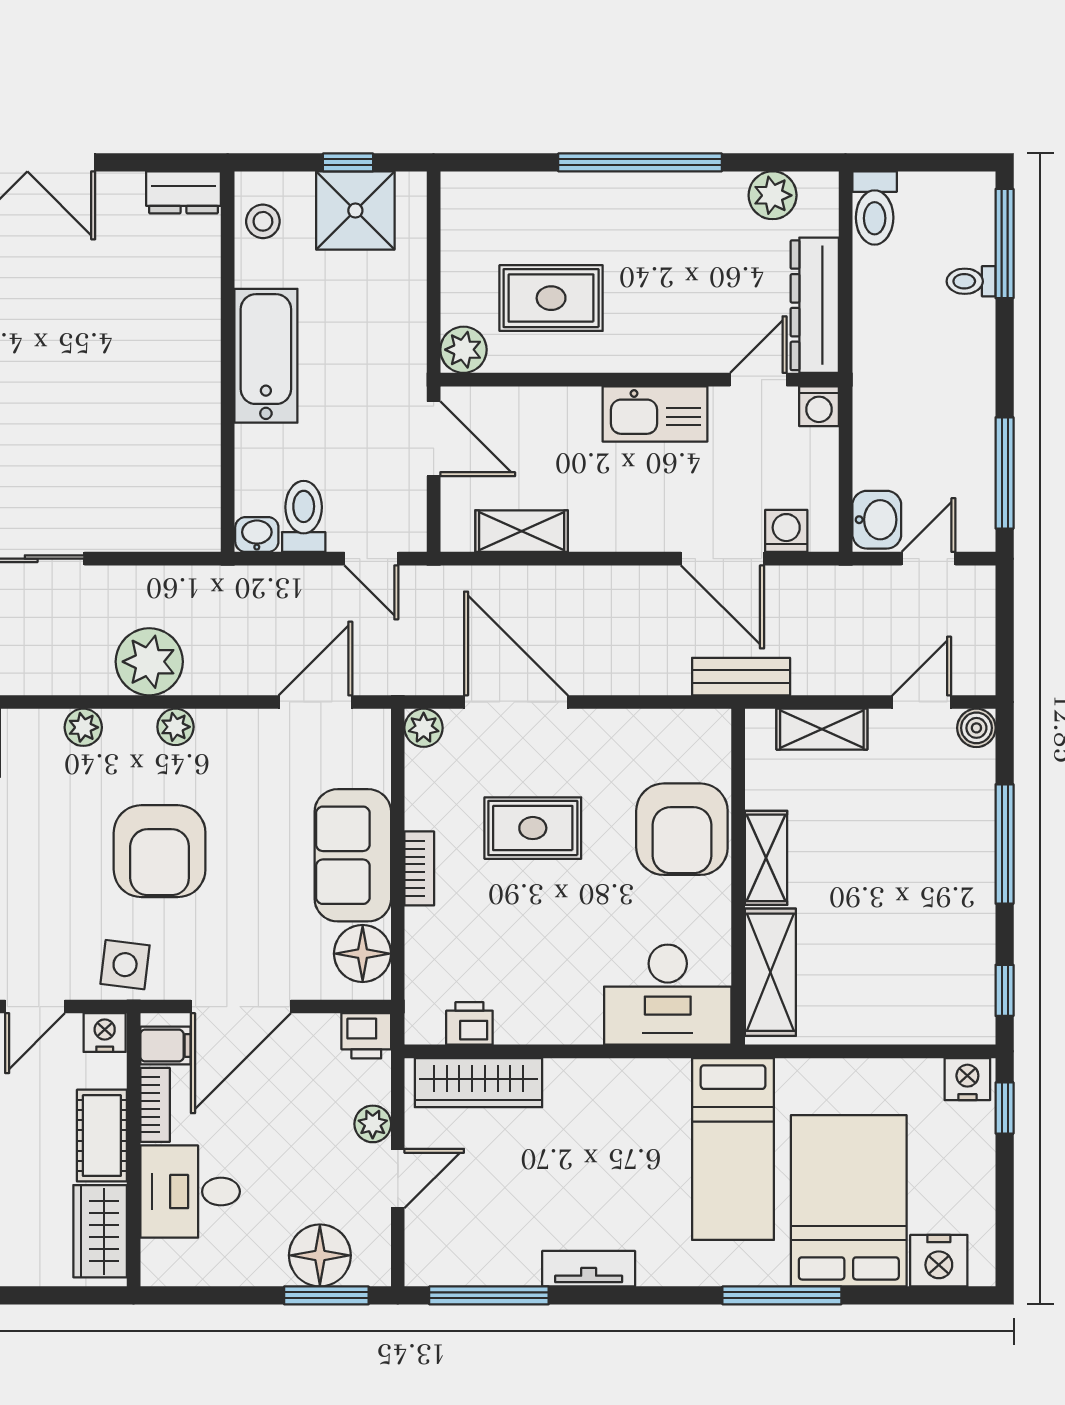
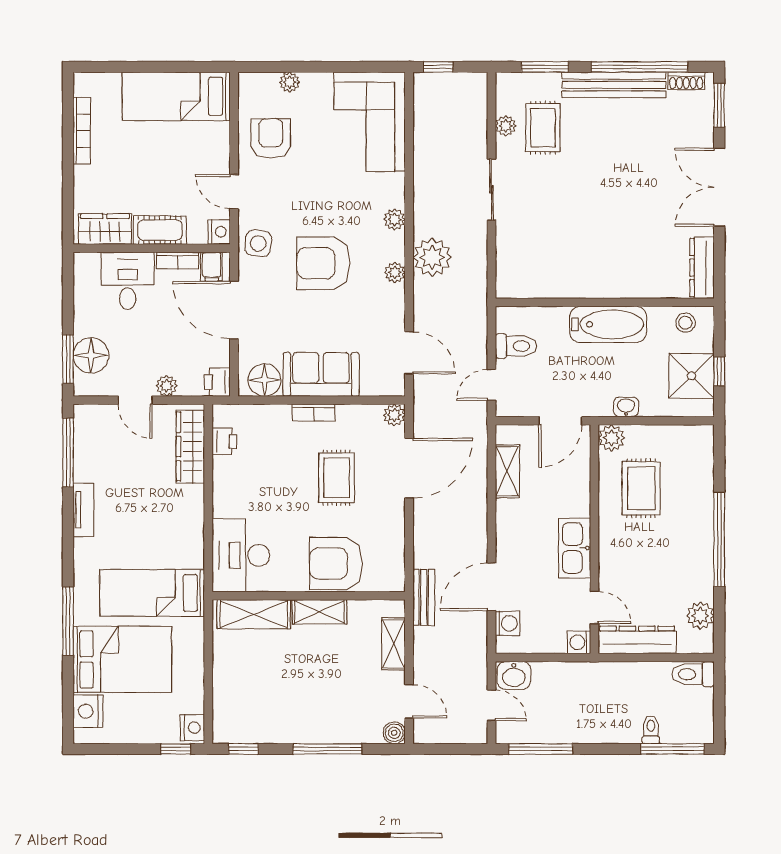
dresser: (184, 192) -> (702, 268), width x1.44
washbasin: (257, 534) -> (626, 407), moved, turned -90

